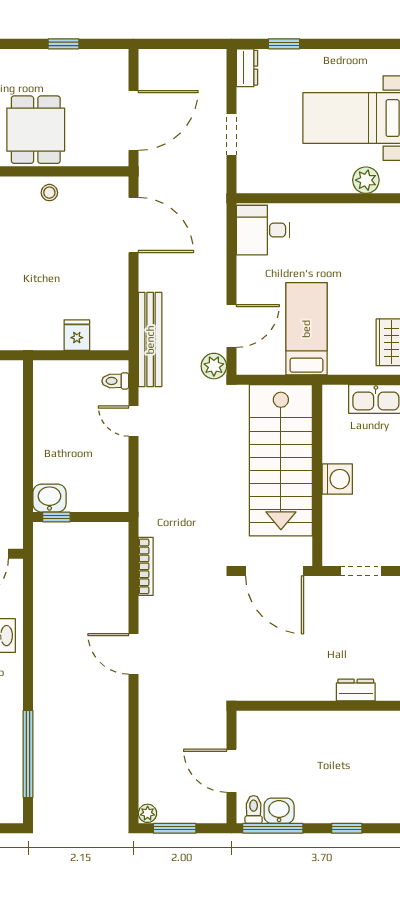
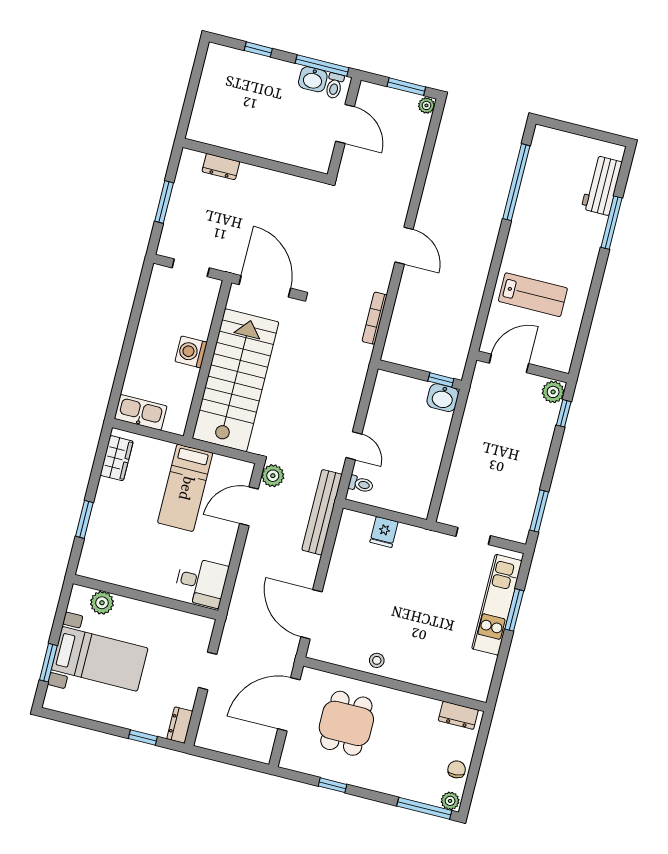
dining table: (36, 130) -> (346, 723), moved

